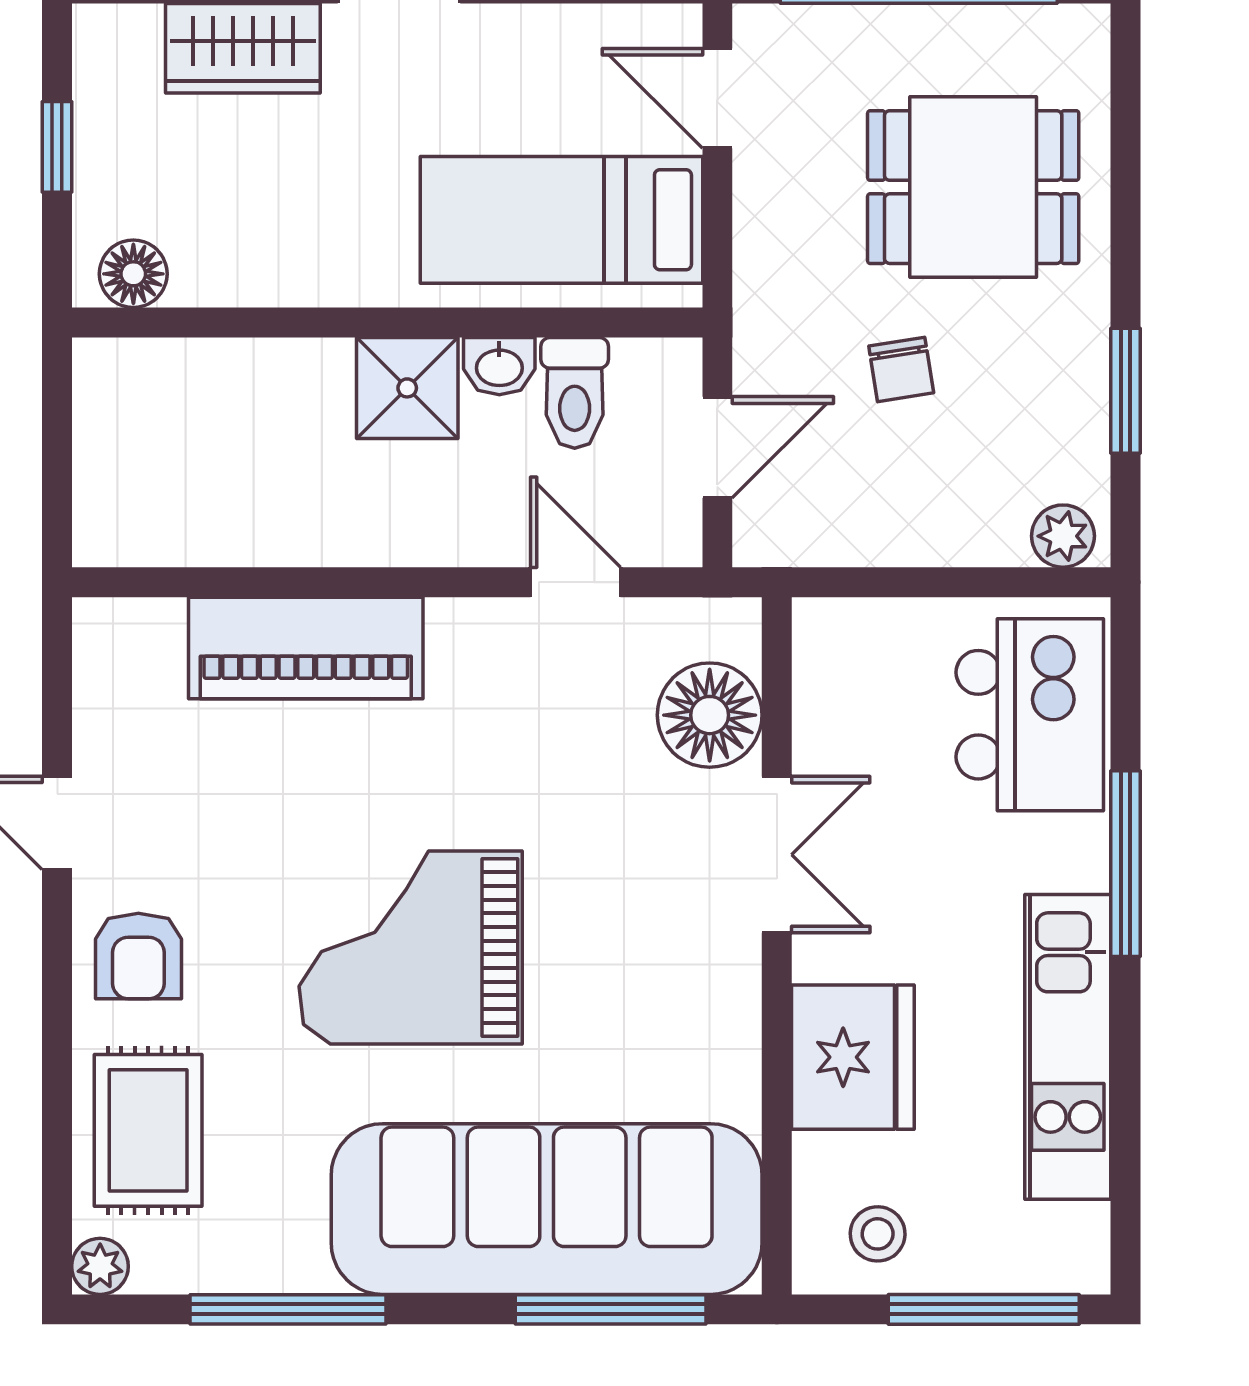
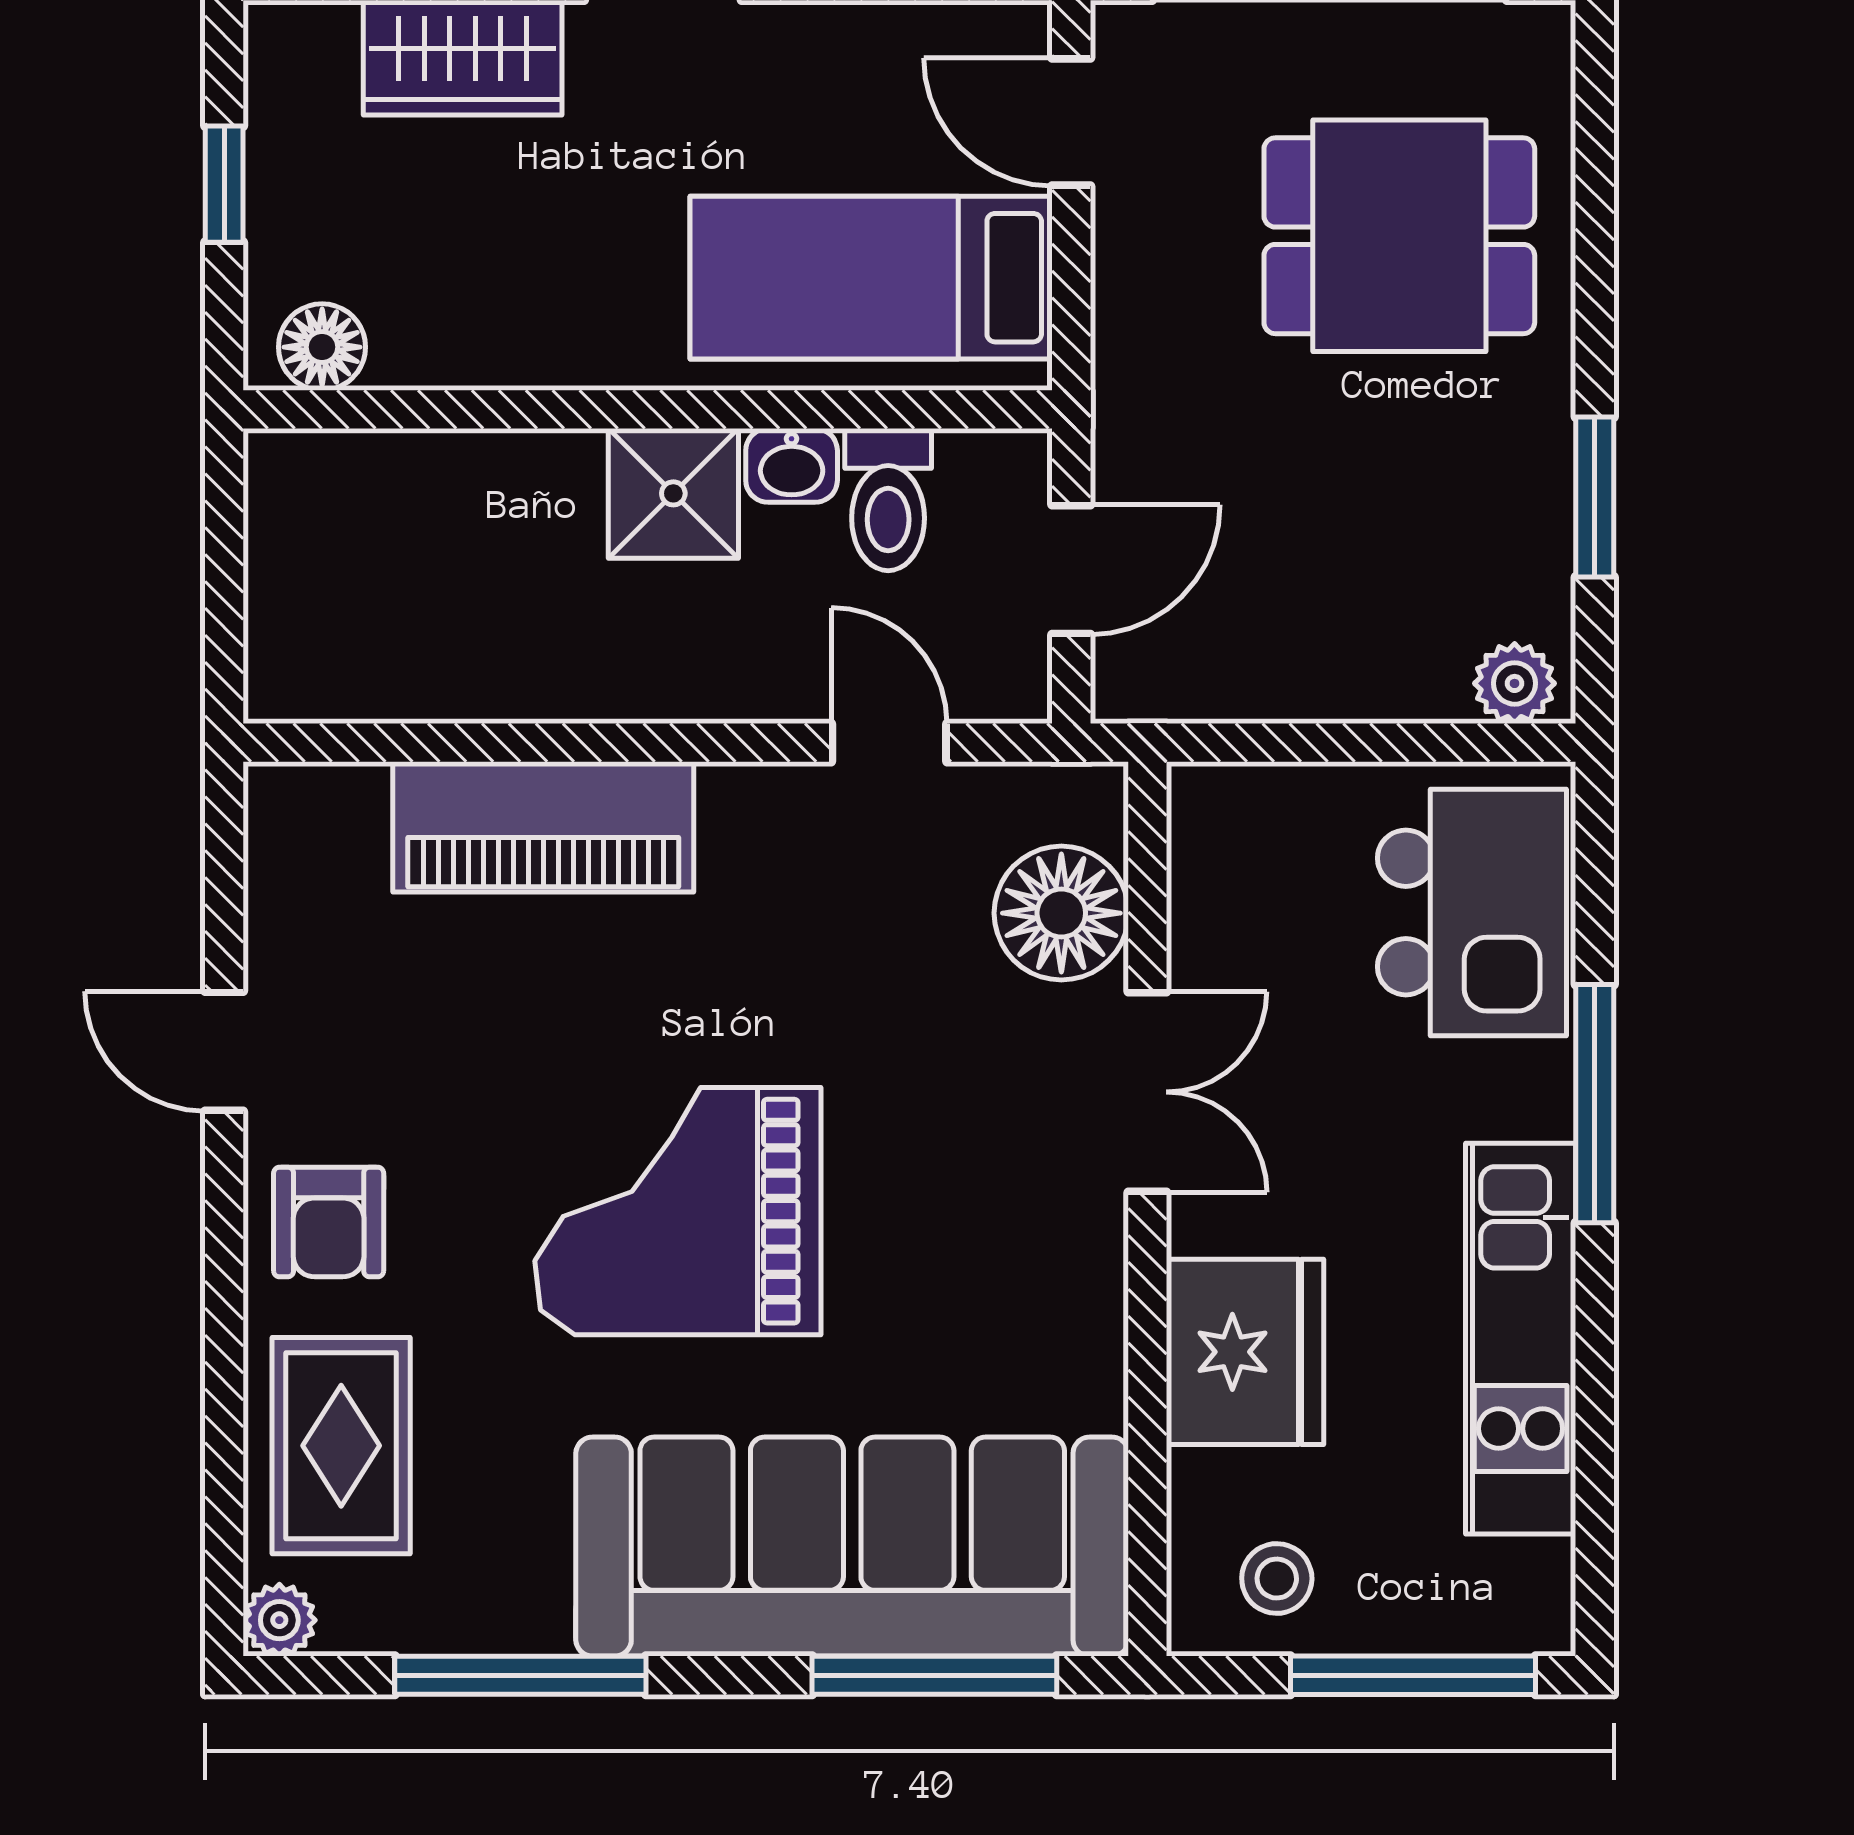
chair: (901, 369) -> (1307, 470), removed

